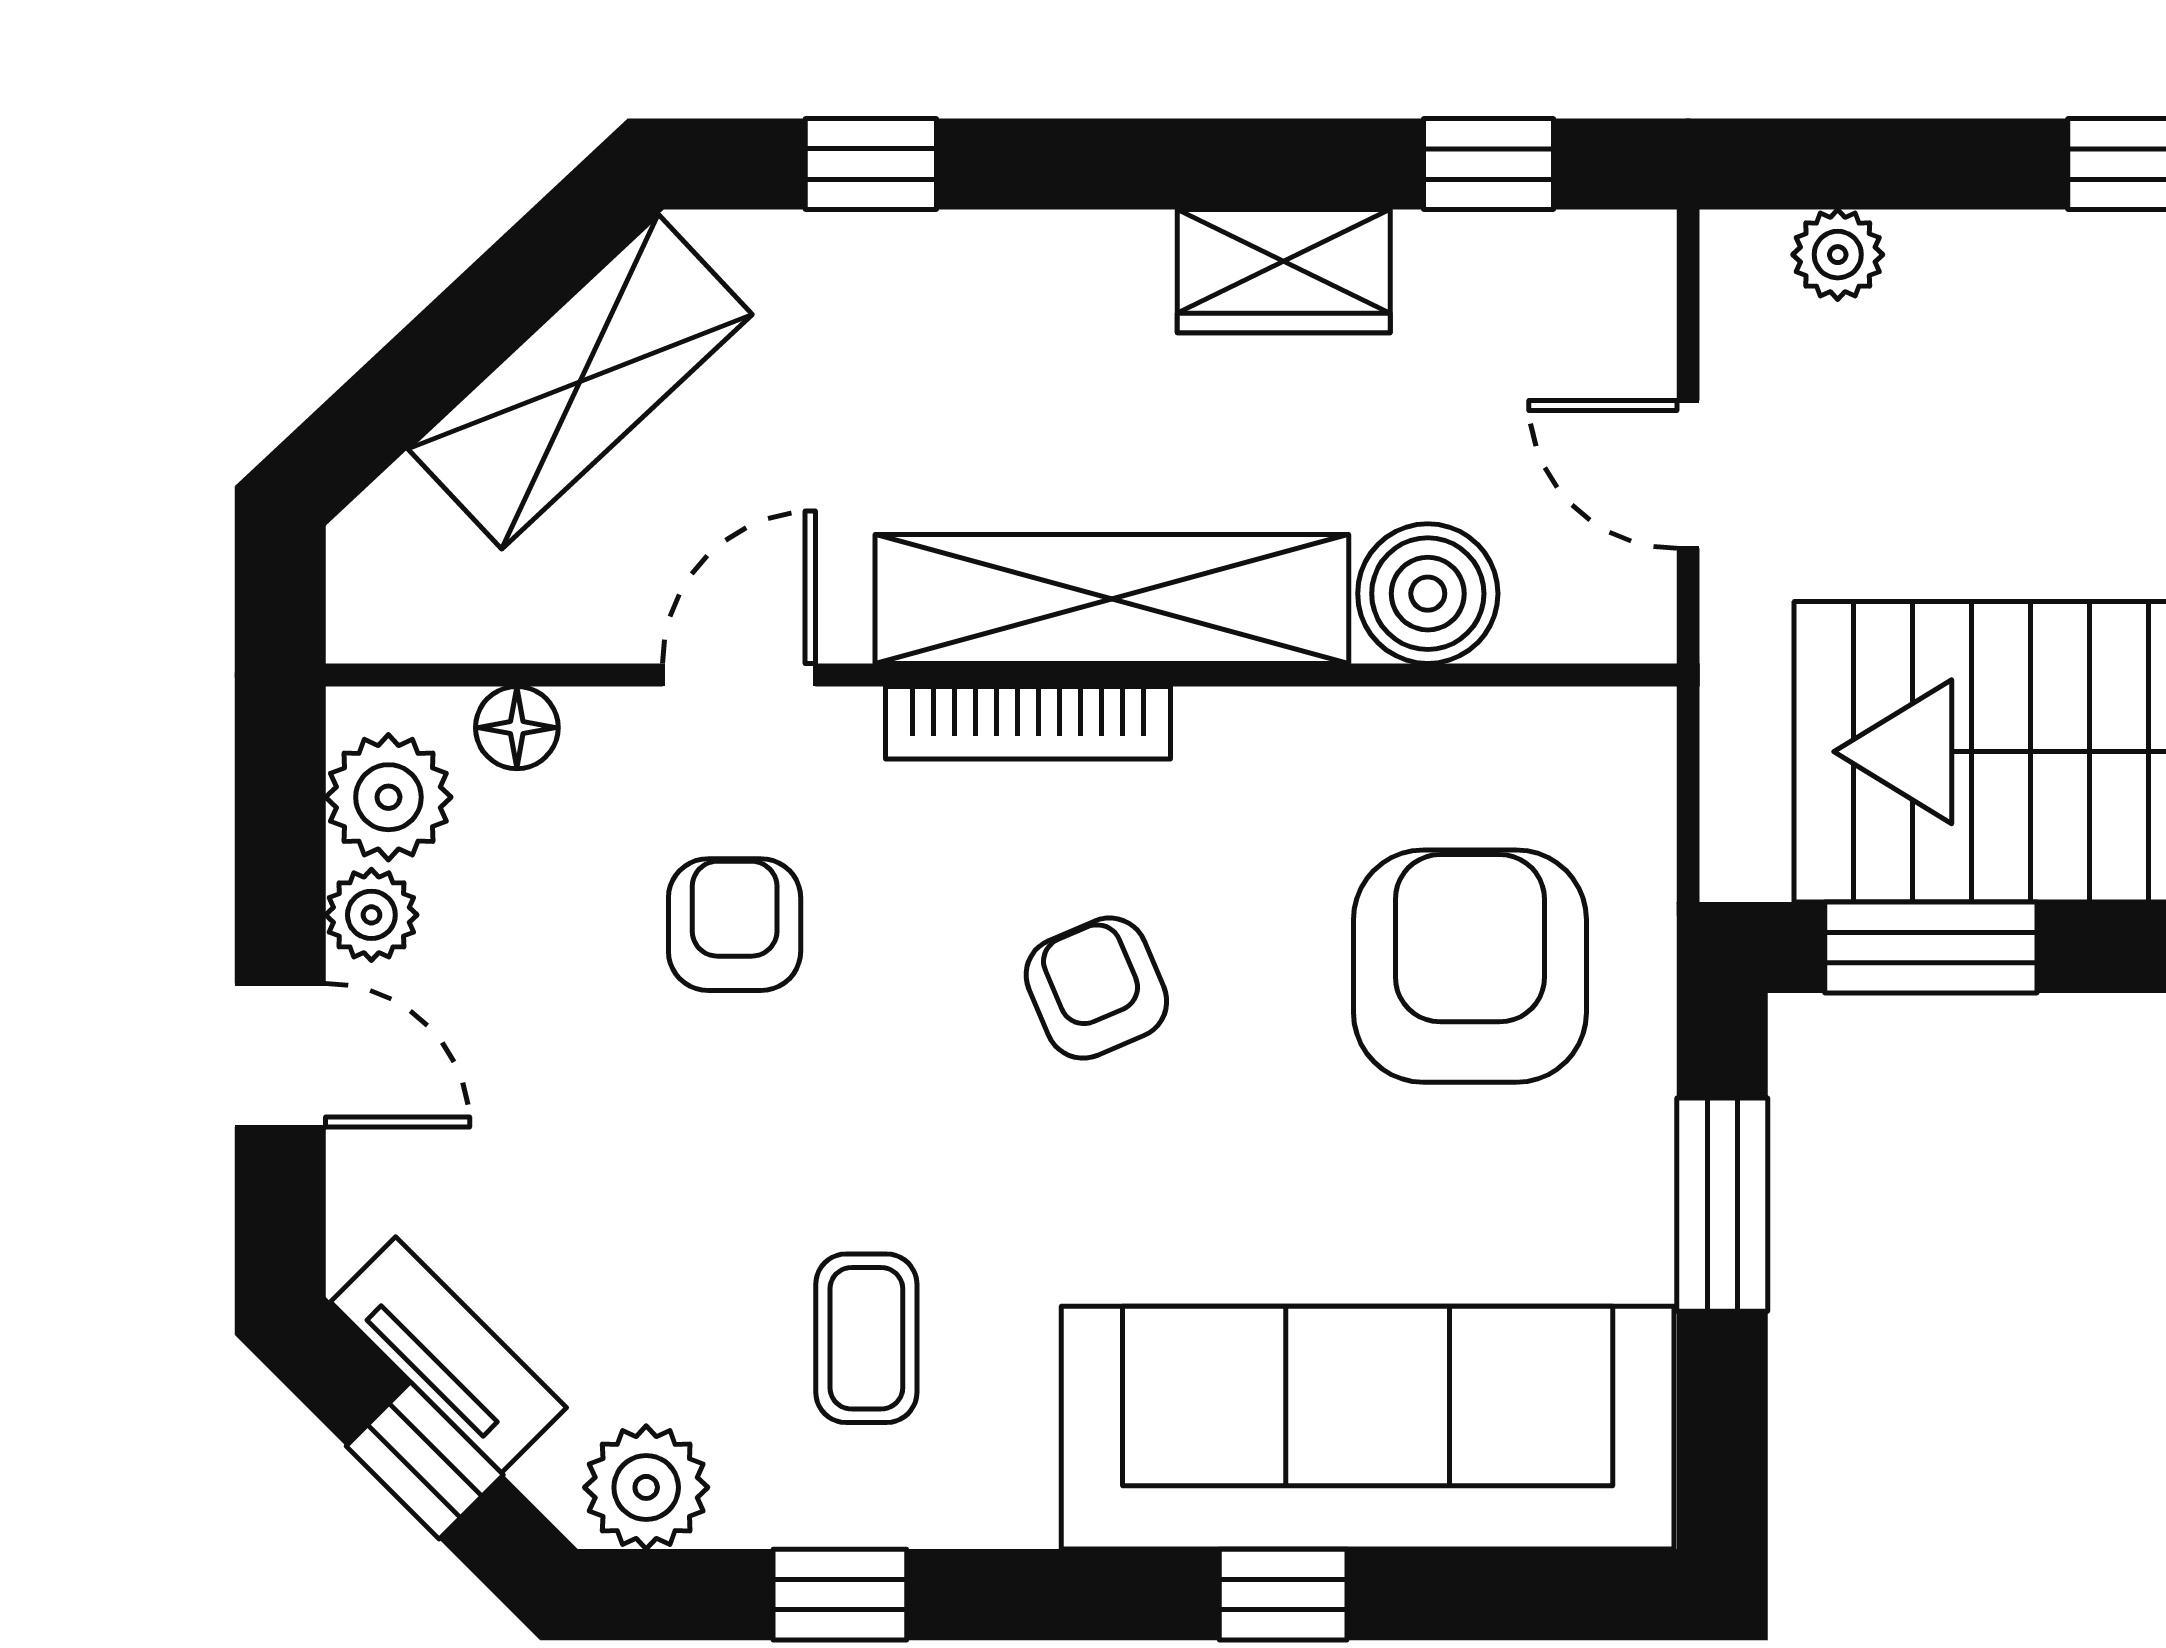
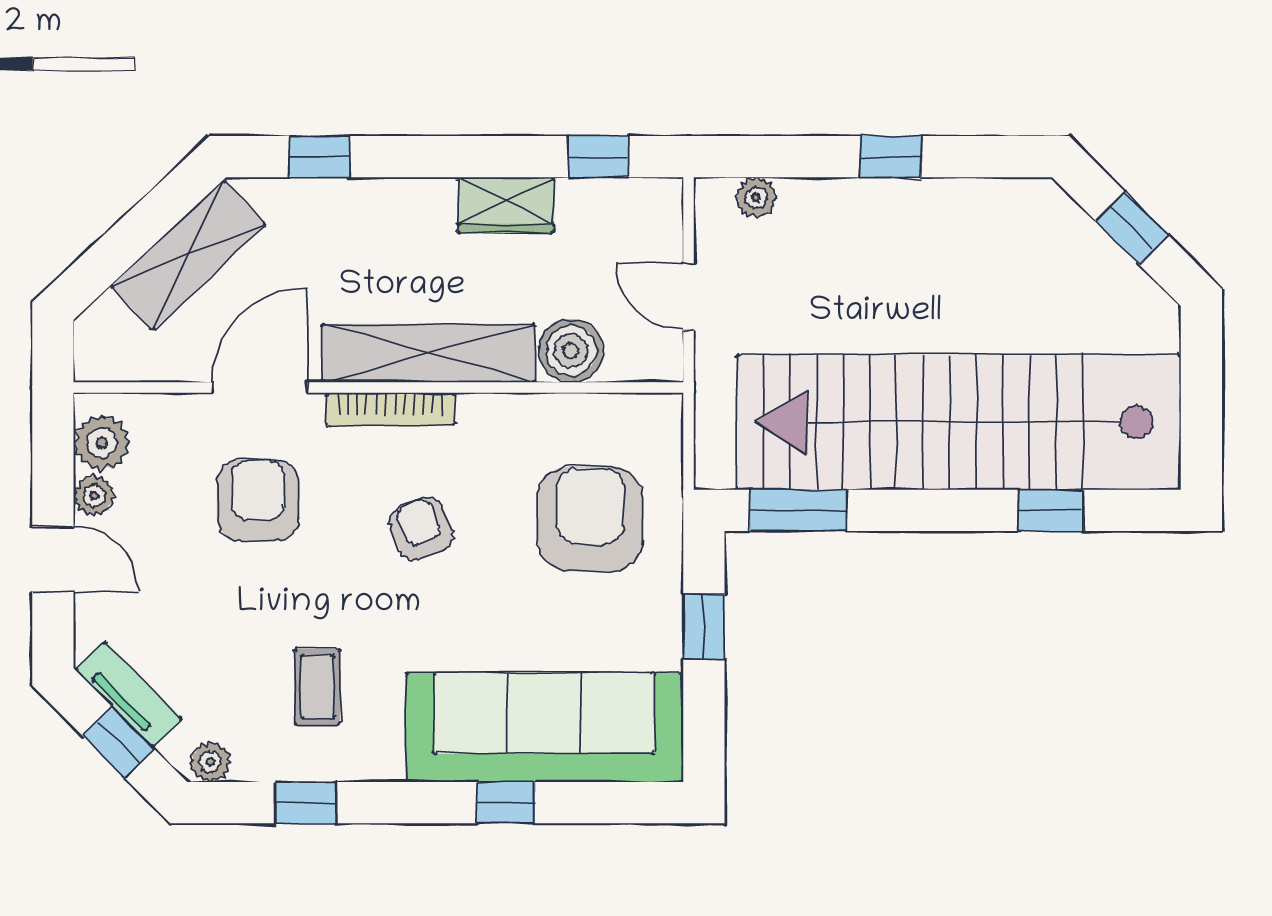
door: (739, 675) -> (260, 387), width x1.38
floor lamp: (517, 728) -> (160, 411), removed
armchair: (735, 925) -> (258, 500), width x1.38, depth x1.38
window: (1722, 1205) -> (704, 627), width x0.67
plant: (646, 1487) -> (210, 762), width x0.73, depth x0.73

